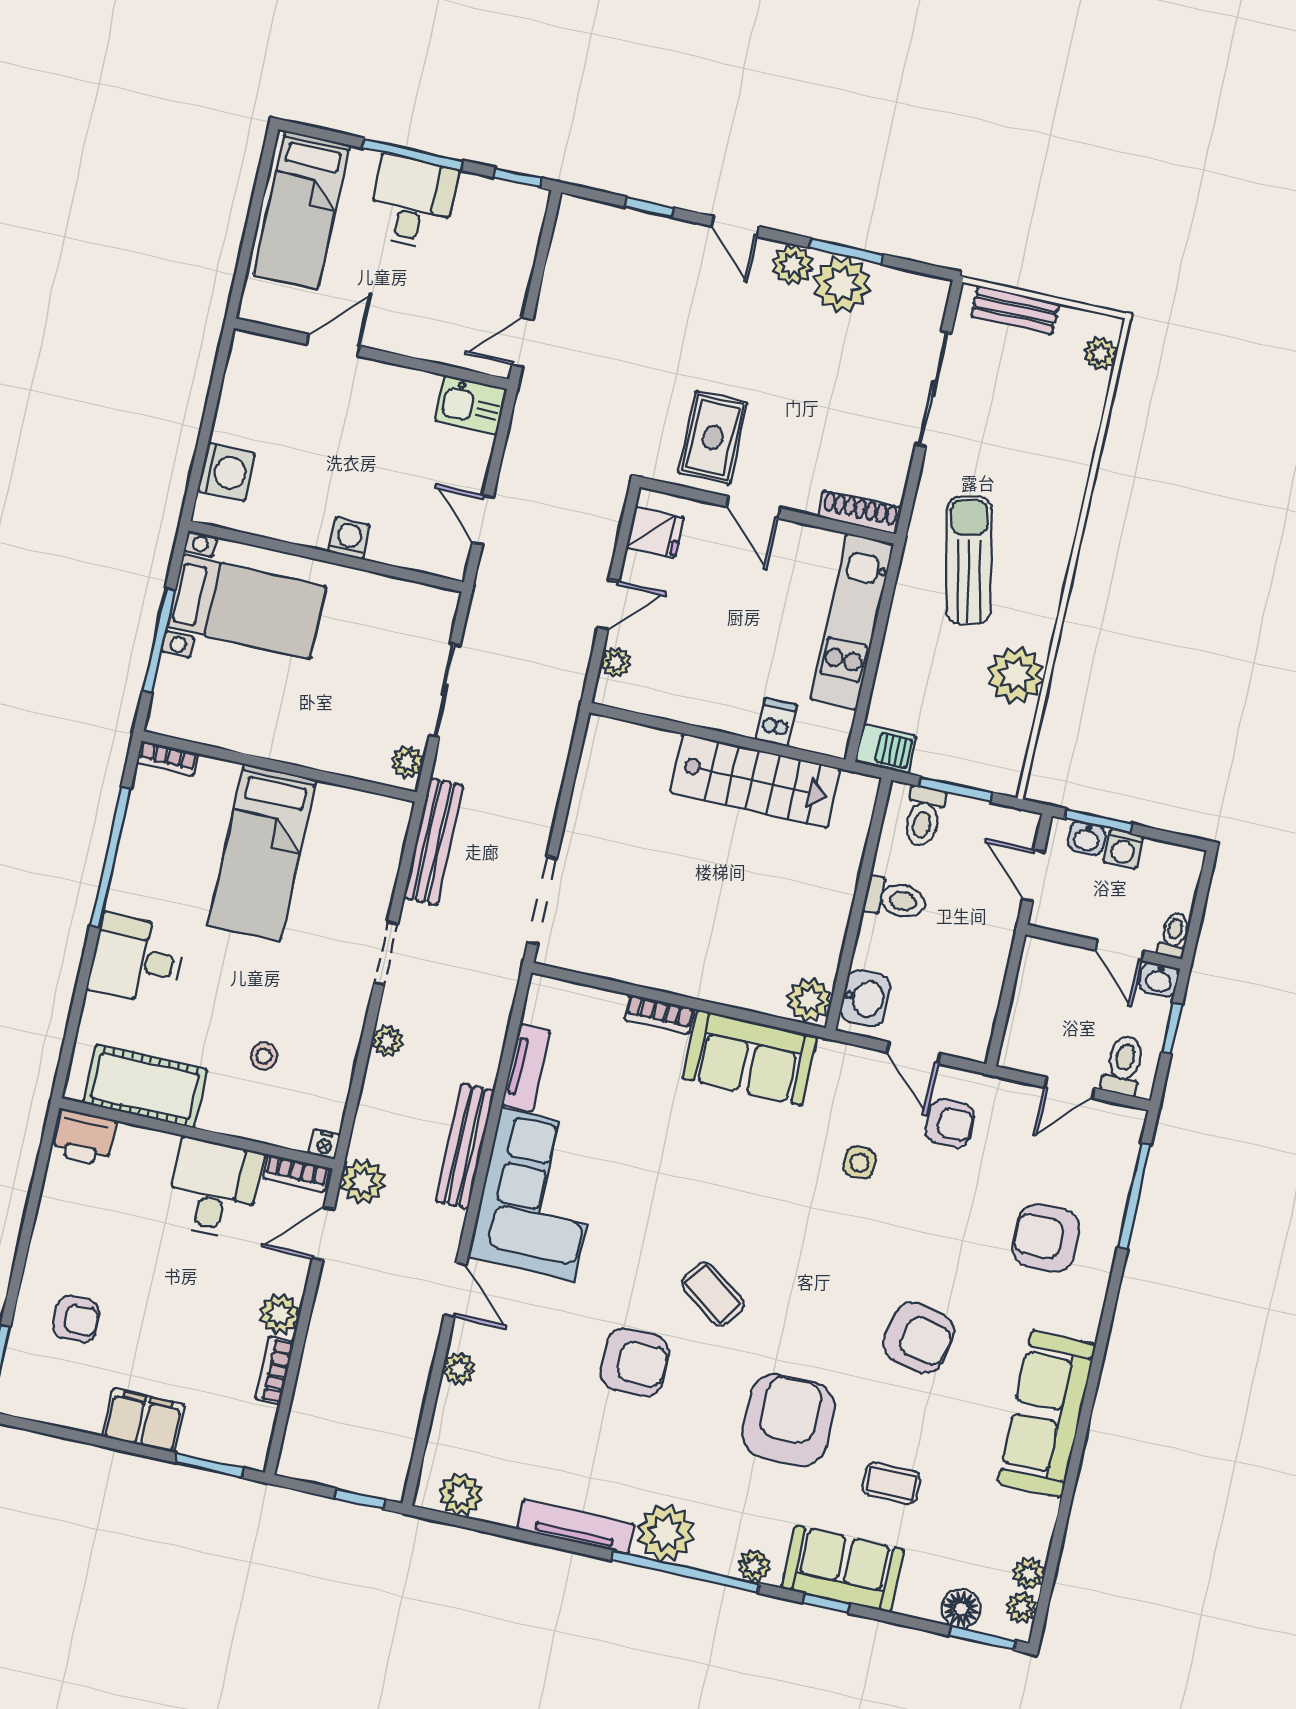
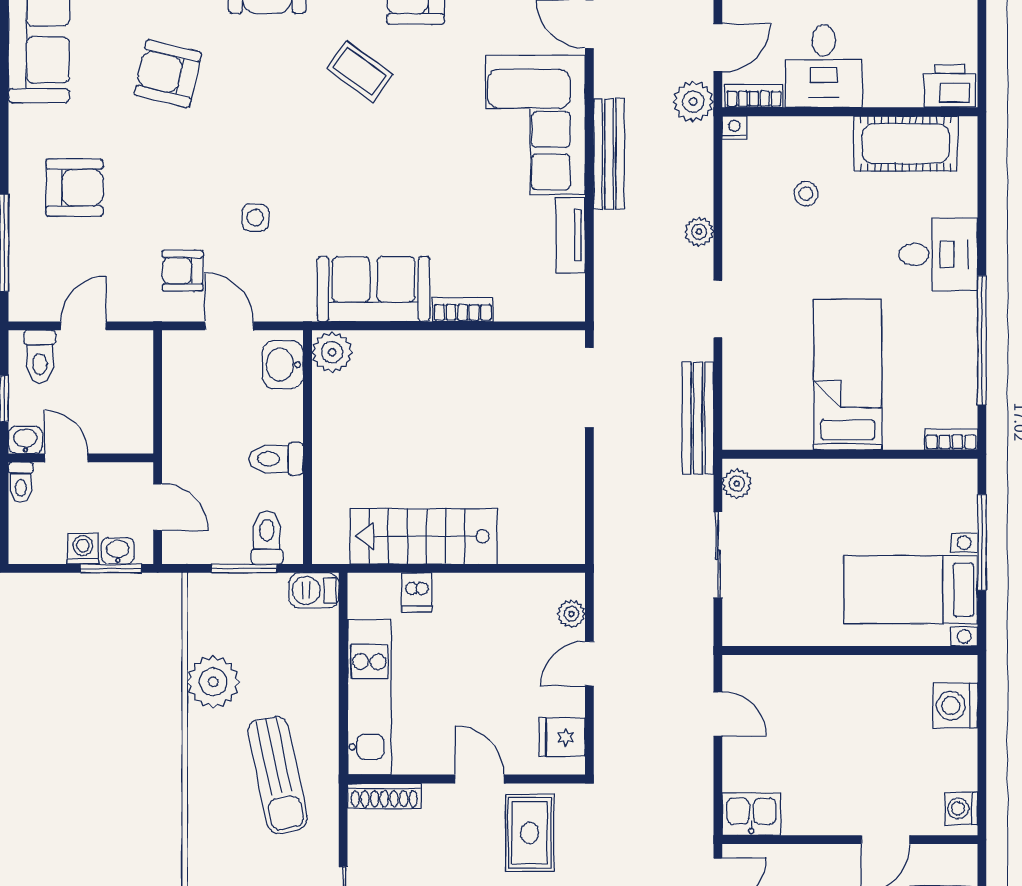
washing machine: (349, 538) -> (961, 808), moved, turned 90

